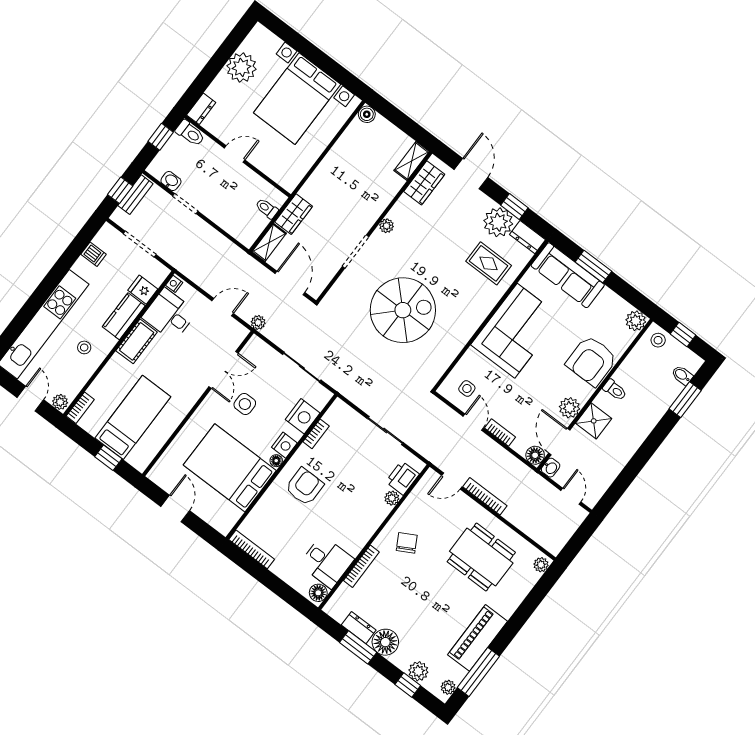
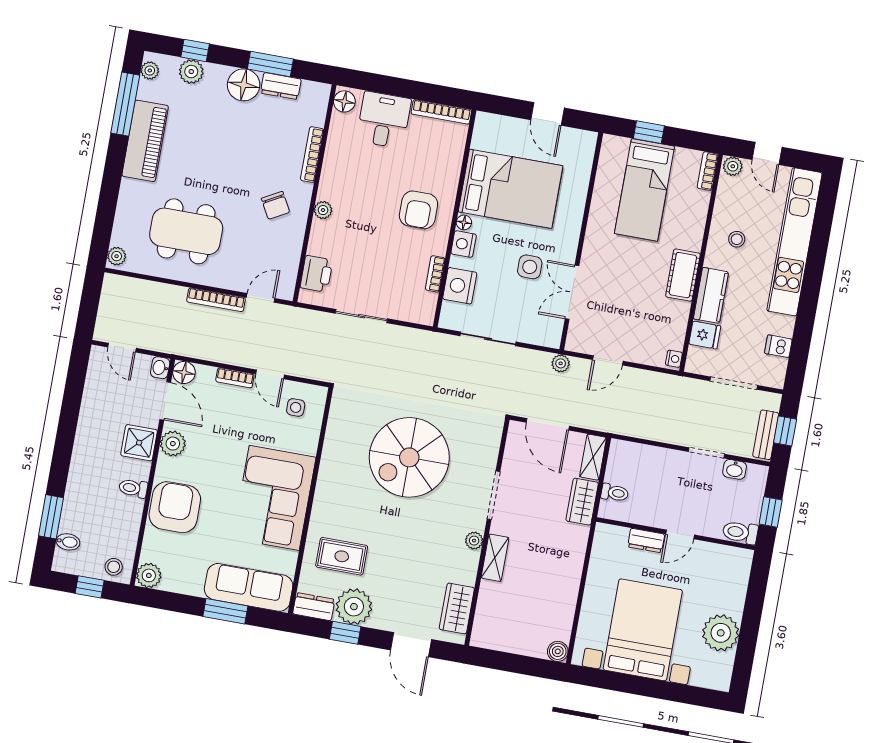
dresser: (201, 109) -> (646, 540), moved, turned -90
shelving: (412, 161) -> (495, 558), moved
desk: (169, 315) -> (662, 322), removed
plant: (392, 498) -> (323, 210), moved
desk: (327, 562) -> (384, 120), moved, turned 90

